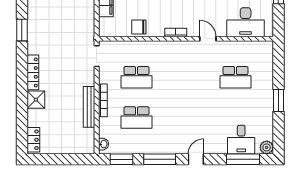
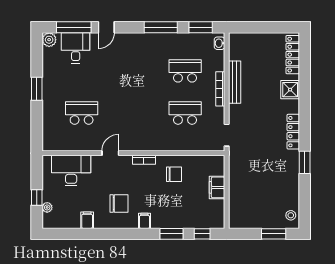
chair: (139, 27) -> (174, 174), moved
door: (208, 39) -> (110, 153), swing flipped
locker: (33, 72) -> (293, 132), moved
locker: (33, 140) -> (293, 55), width x1.53
door: (196, 159) -> (106, 27), moved

